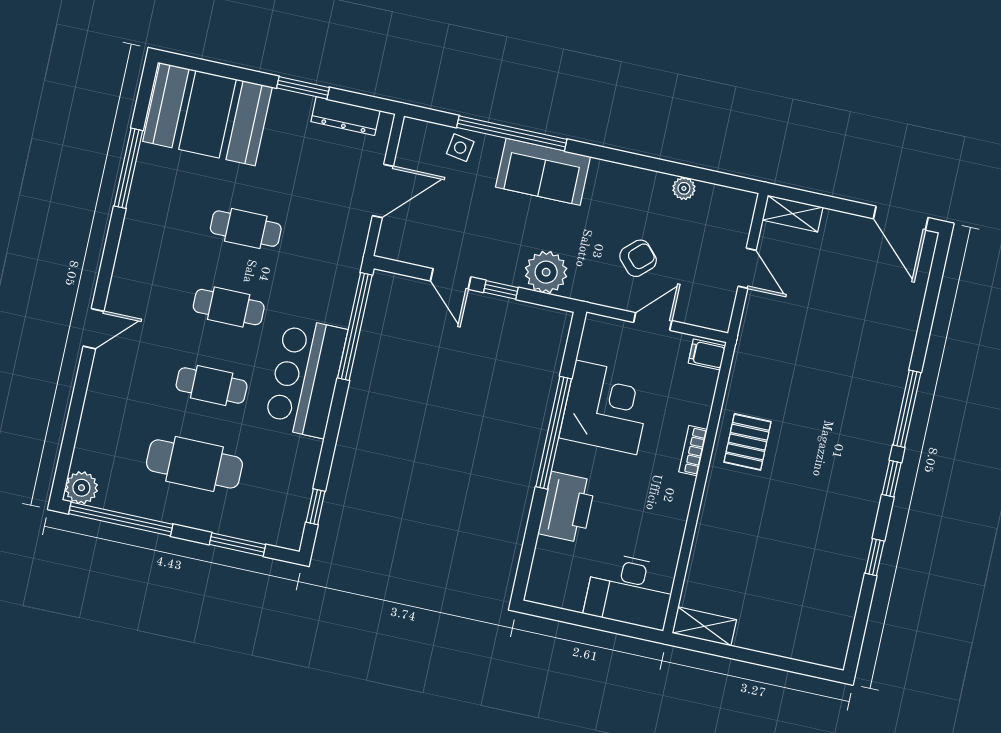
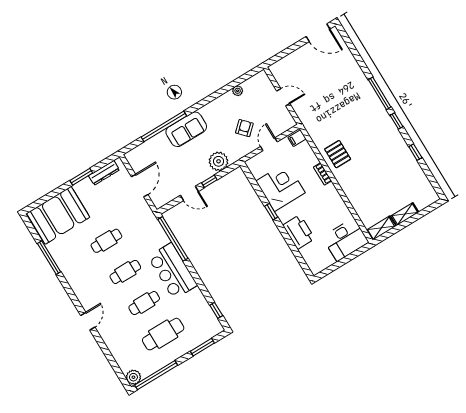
side table: (460, 148) -> (151, 147), removed
shelving: (793, 214) -> (405, 214), moved
window: (554, 433) -> (271, 212), width x0.32

